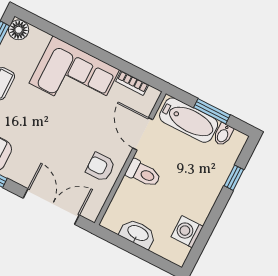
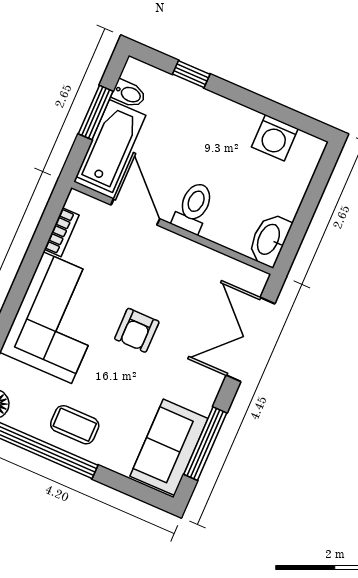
door: (143, 134) -> (135, 212), swing flipped
armchair: (100, 167) -> (137, 330), moved
washbasin: (138, 234) -> (269, 240), moved

